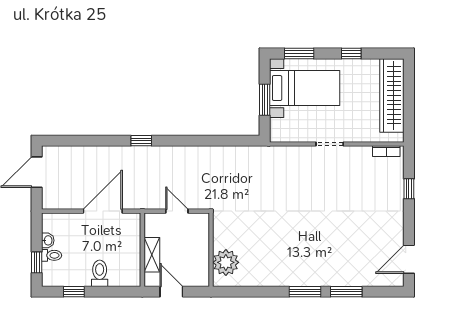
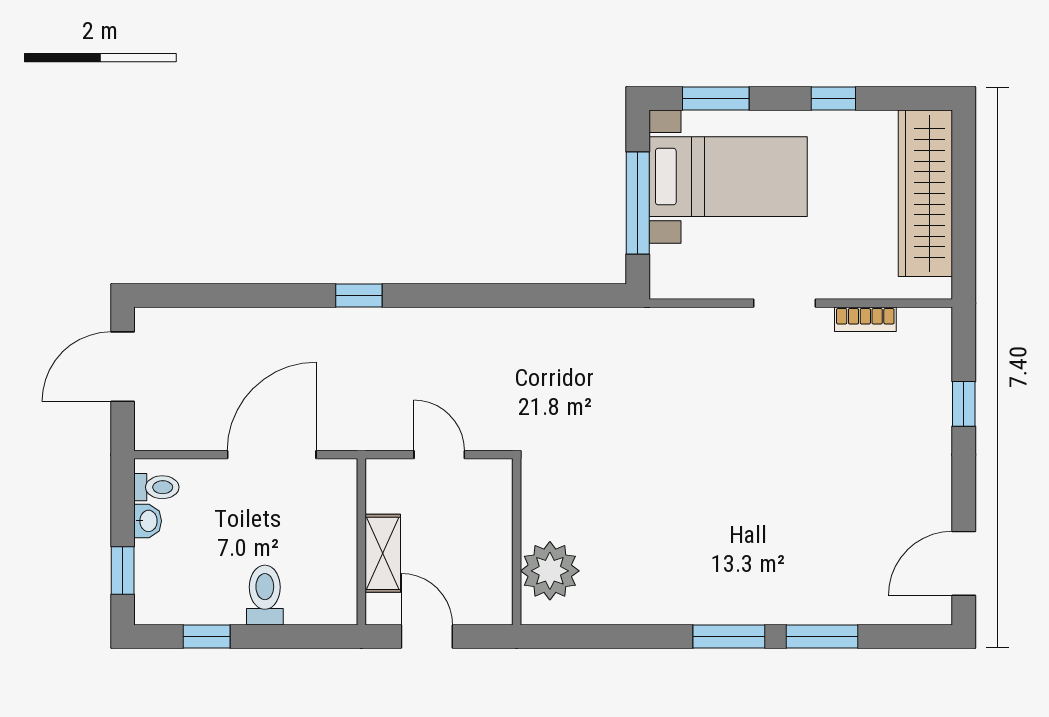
window: (265, 100) -> (638, 203), width x1.44
bookcase: (386, 151) -> (865, 319), moved
toilet: (52, 255) -> (156, 487), moved

